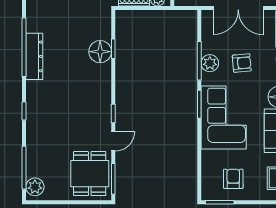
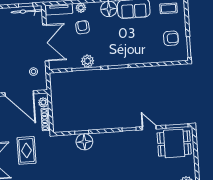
armchair: (242, 63) -> (83, 27), moved
corner sofa: (224, 117) -> (127, 48), removed
armchair: (233, 179) -> (171, 38), turned 180

